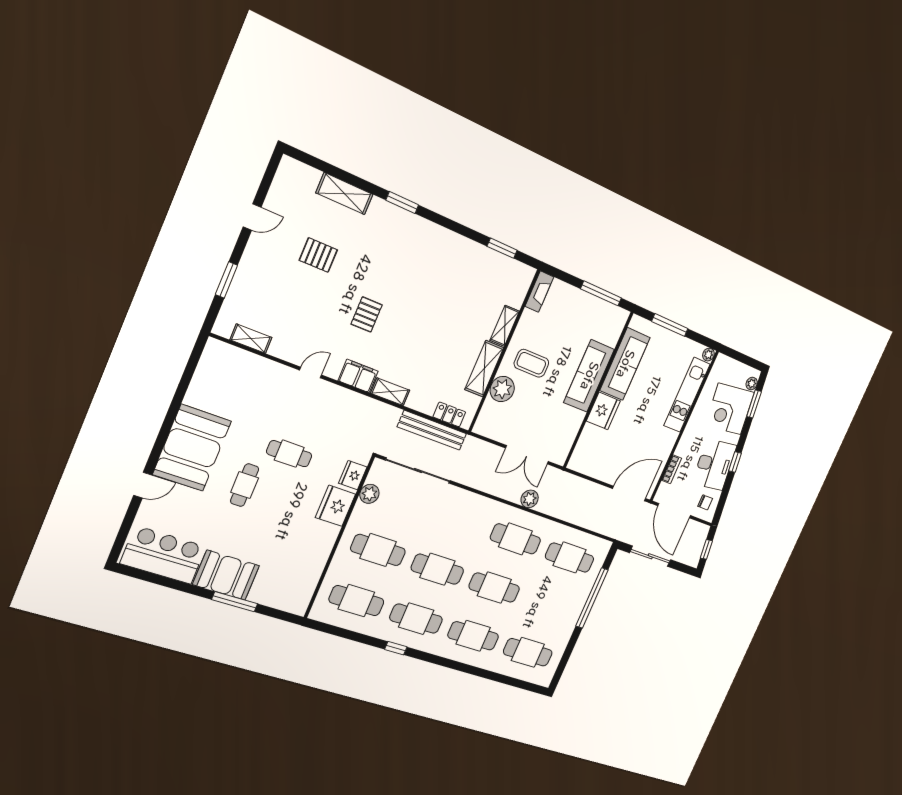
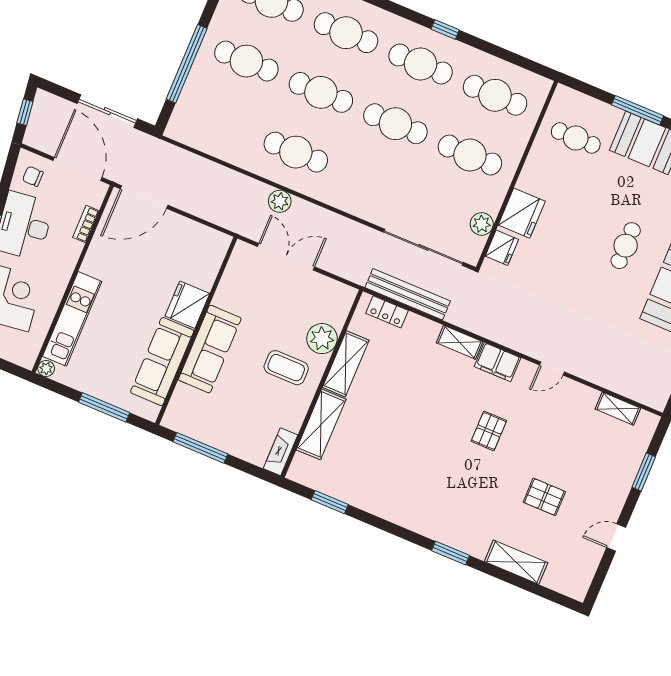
shelving: (505, 326) -> (321, 424), width x1.50, depth x1.33
cafe table: (289, 454) -> (576, 138), moved
cafe table: (570, 558) -> (246, 61), moved

